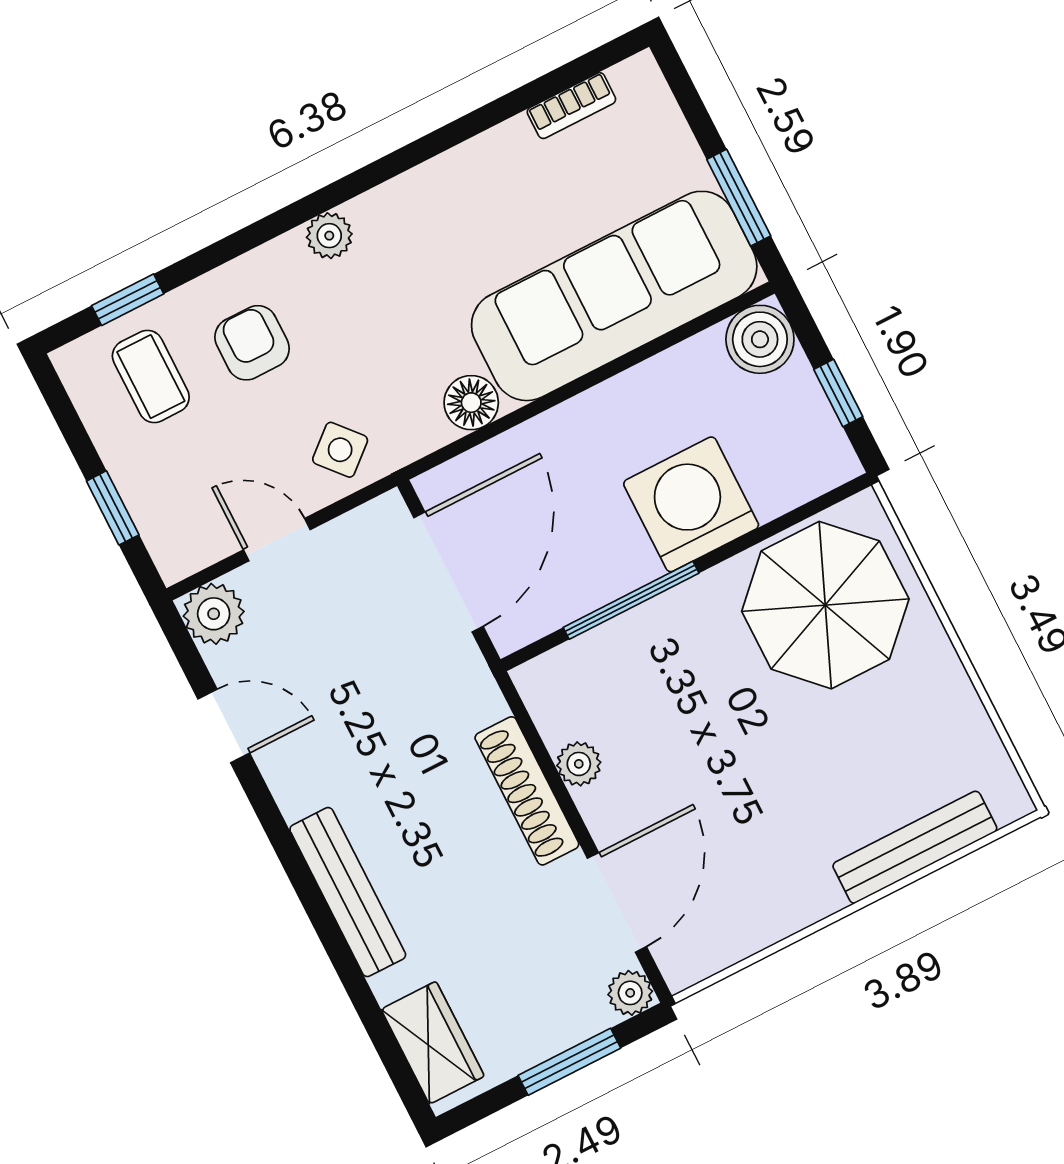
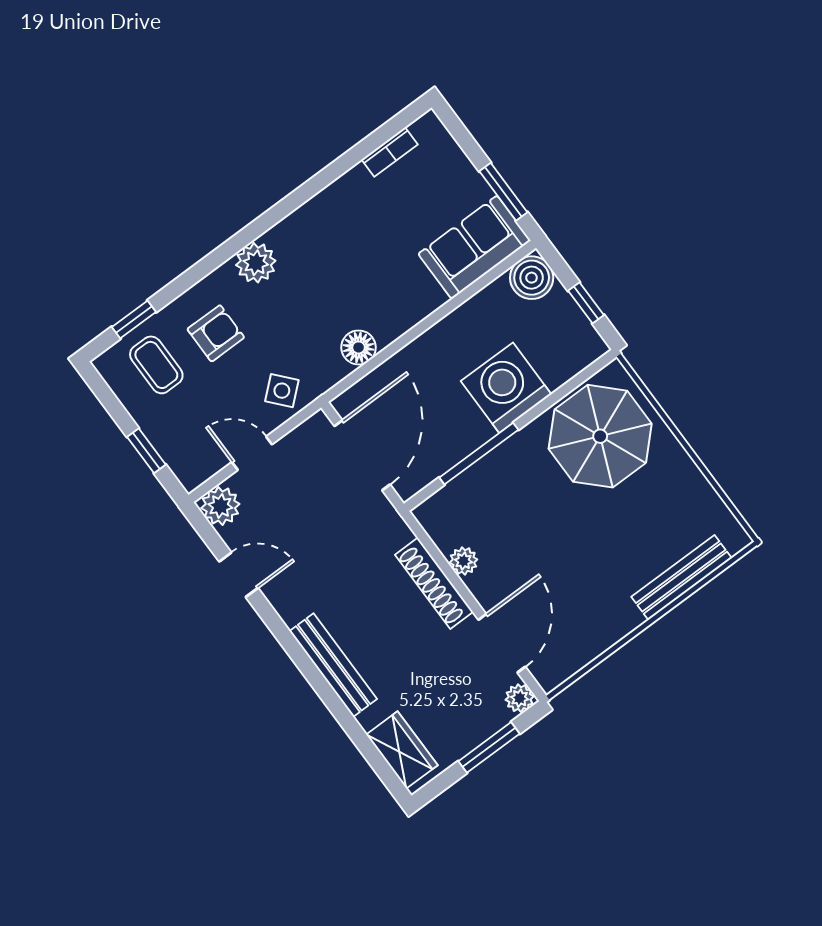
plant: (329, 236) -> (256, 263), width x1.38, depth x1.38
sofa: (614, 296) -> (474, 247), width x0.54, depth x0.79
armchair: (252, 343) -> (216, 333), turned 90

